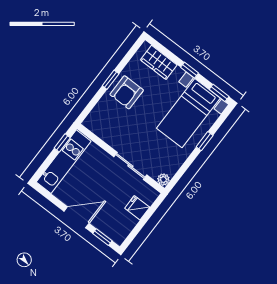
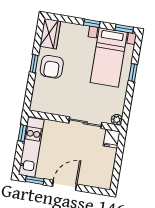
wardrobe: (159, 62) -> (50, 34), moved, turned -90
fridge: (137, 208) -> (112, 139), moved, turned -90
window: (102, 237) -> (35, 180), moved

